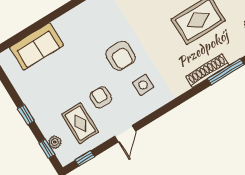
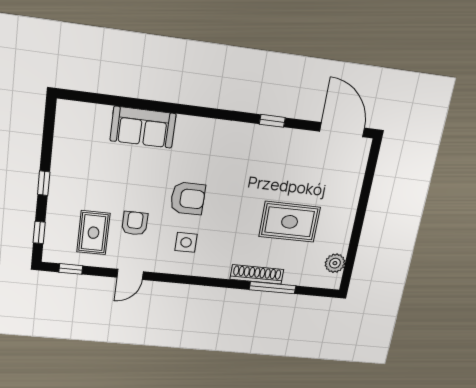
sofa: (37, 46) -> (143, 127), moved
armchair: (121, 56) -> (188, 198), turned -90
plant: (55, 142) -> (53, 232), removed

